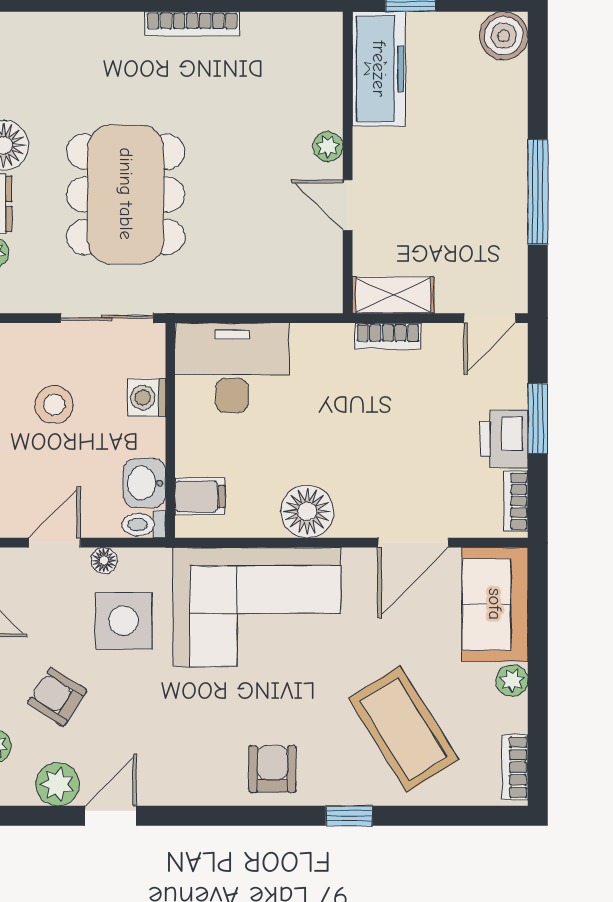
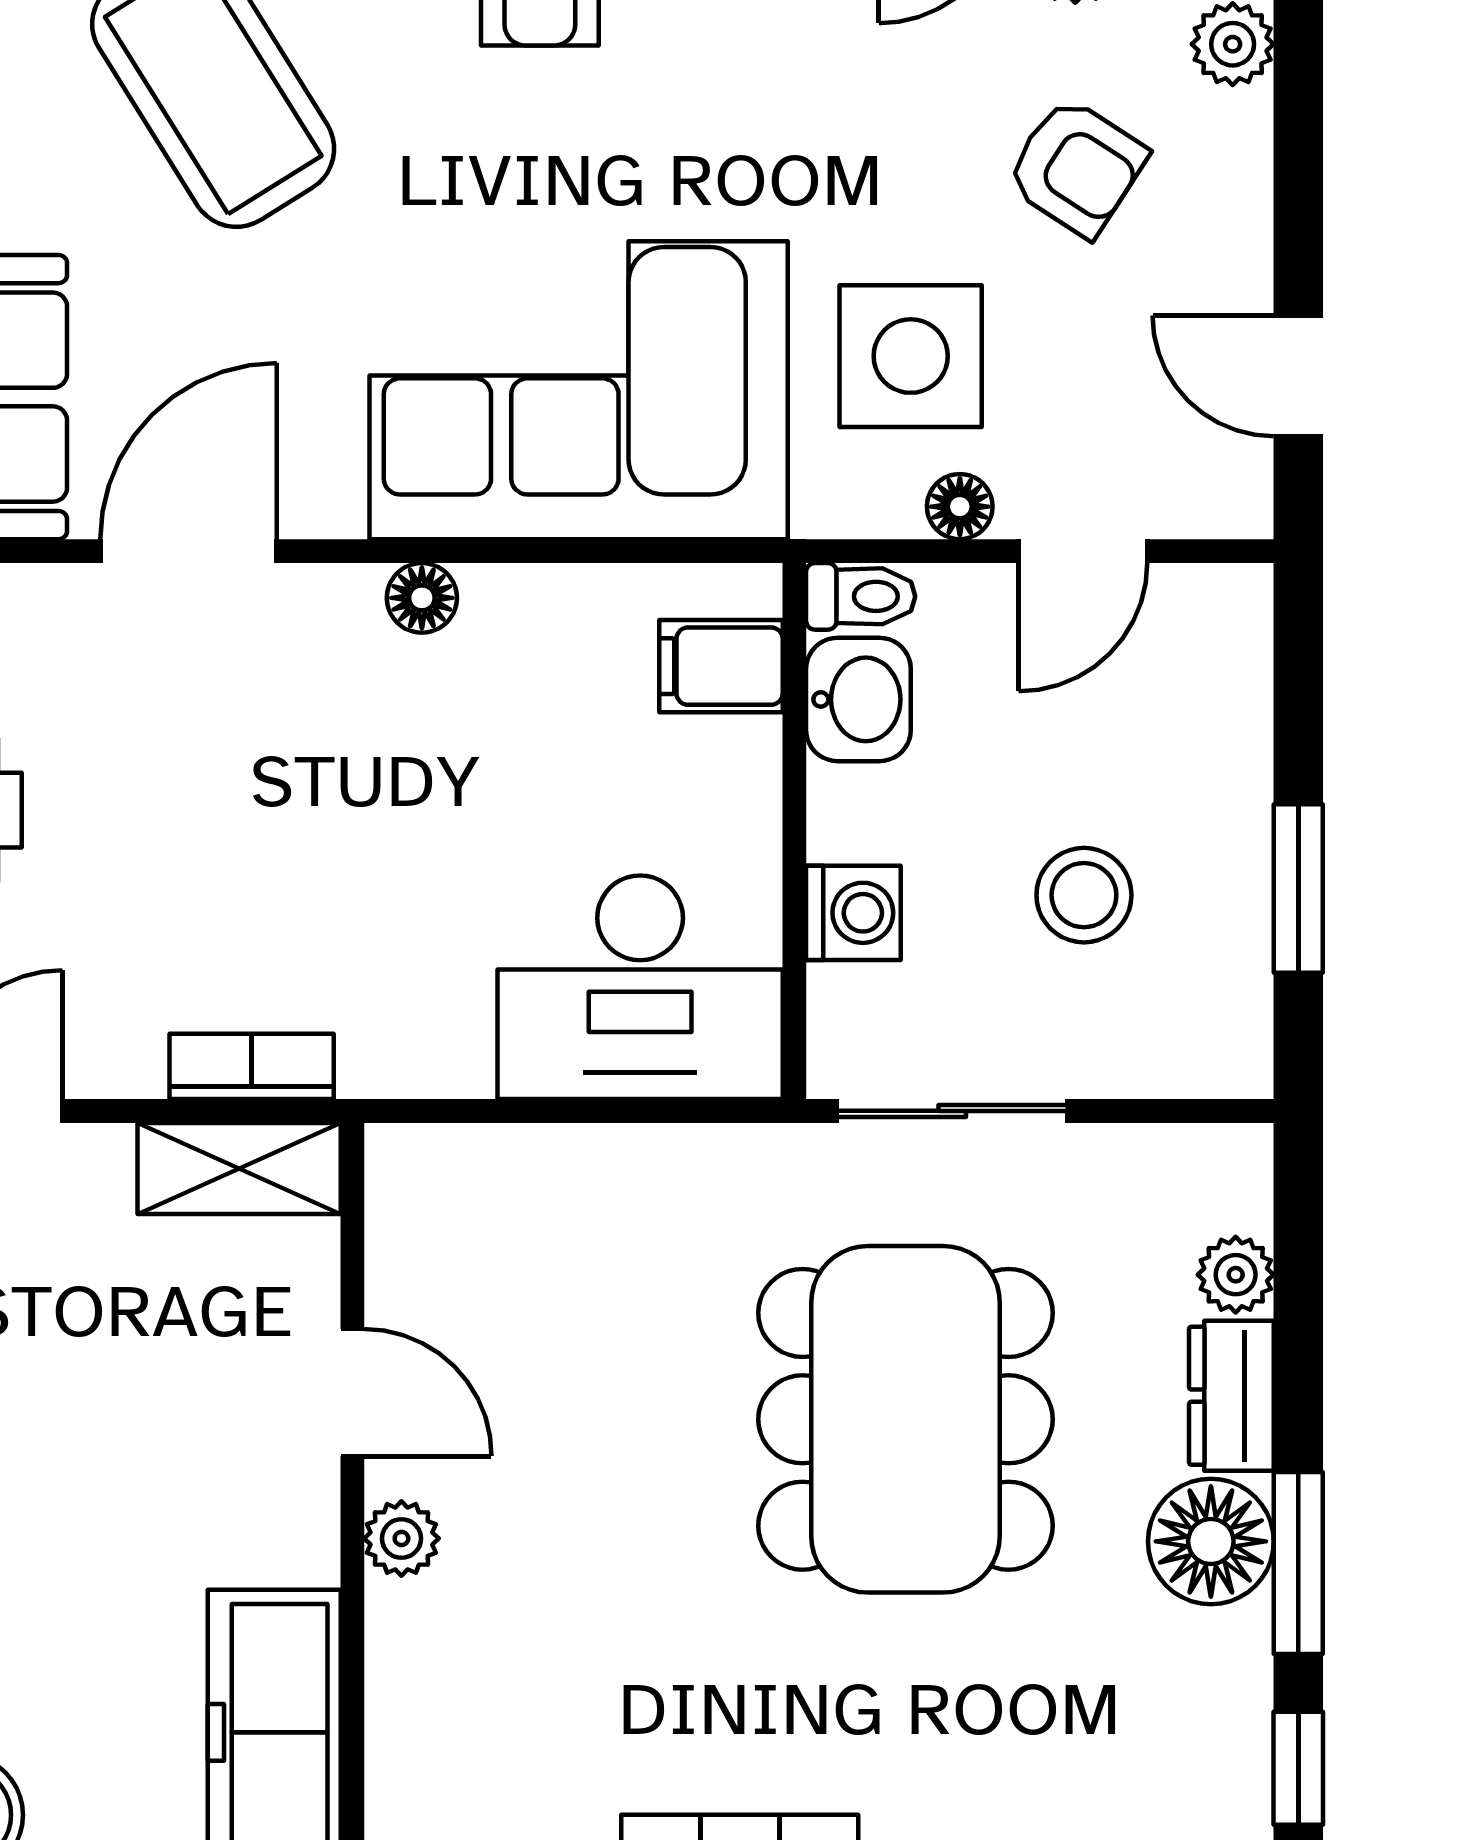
floor lamp: (307, 511) -> (422, 598), width x0.53, depth x0.53

